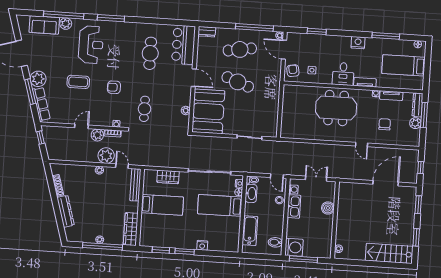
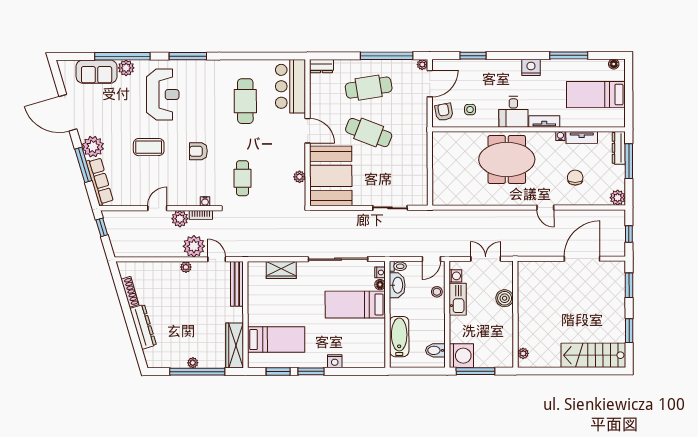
door: (284, 50) -> (430, 84), swing flipped
plant: (415, 123) -> (618, 198), moved
door: (277, 176) -> (431, 259), hinge flipped
bed: (162, 205) -> (276, 340), moved

